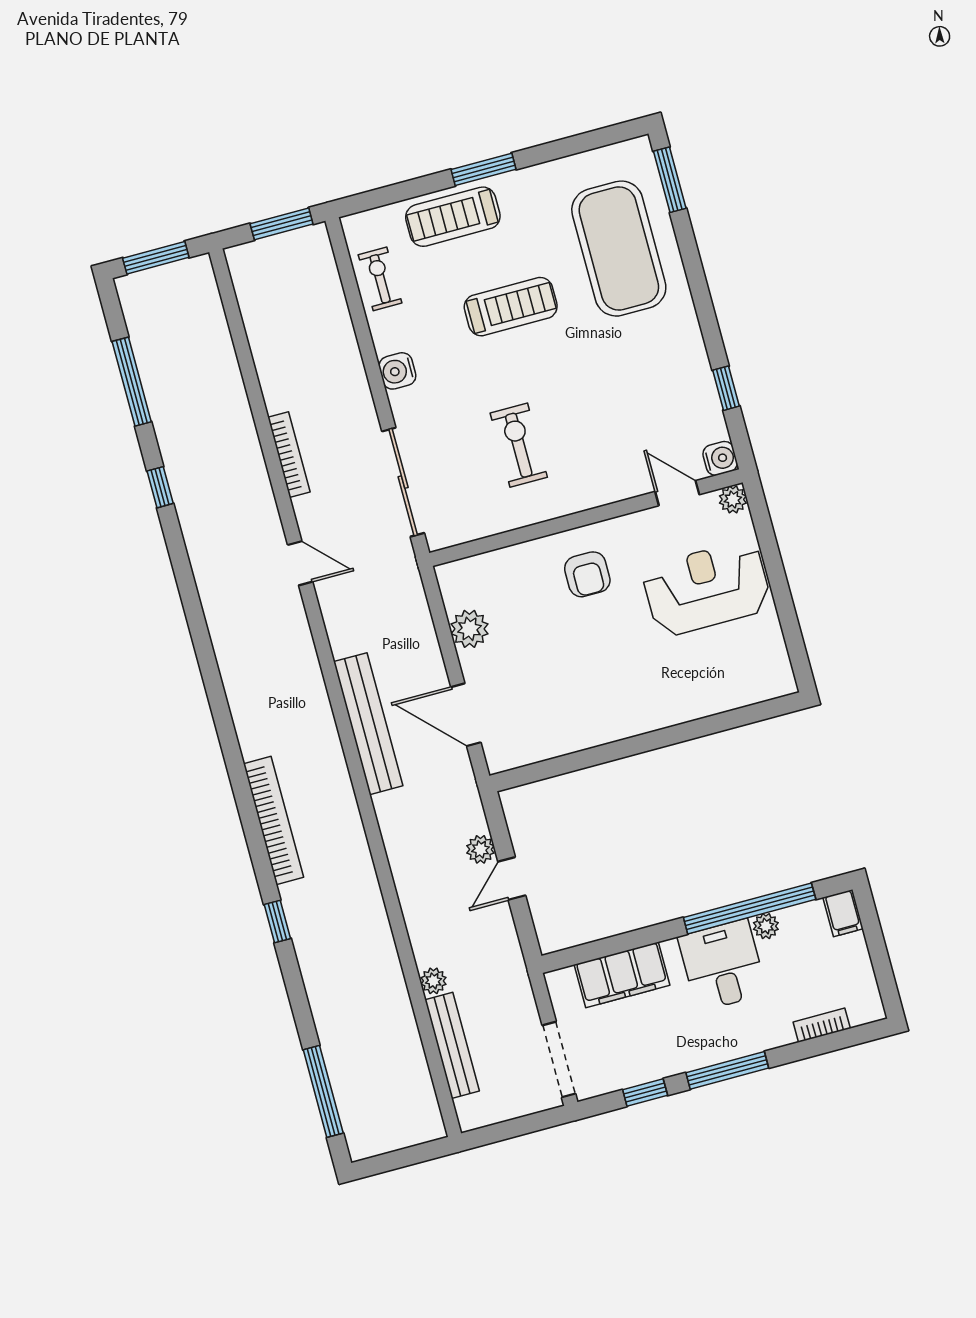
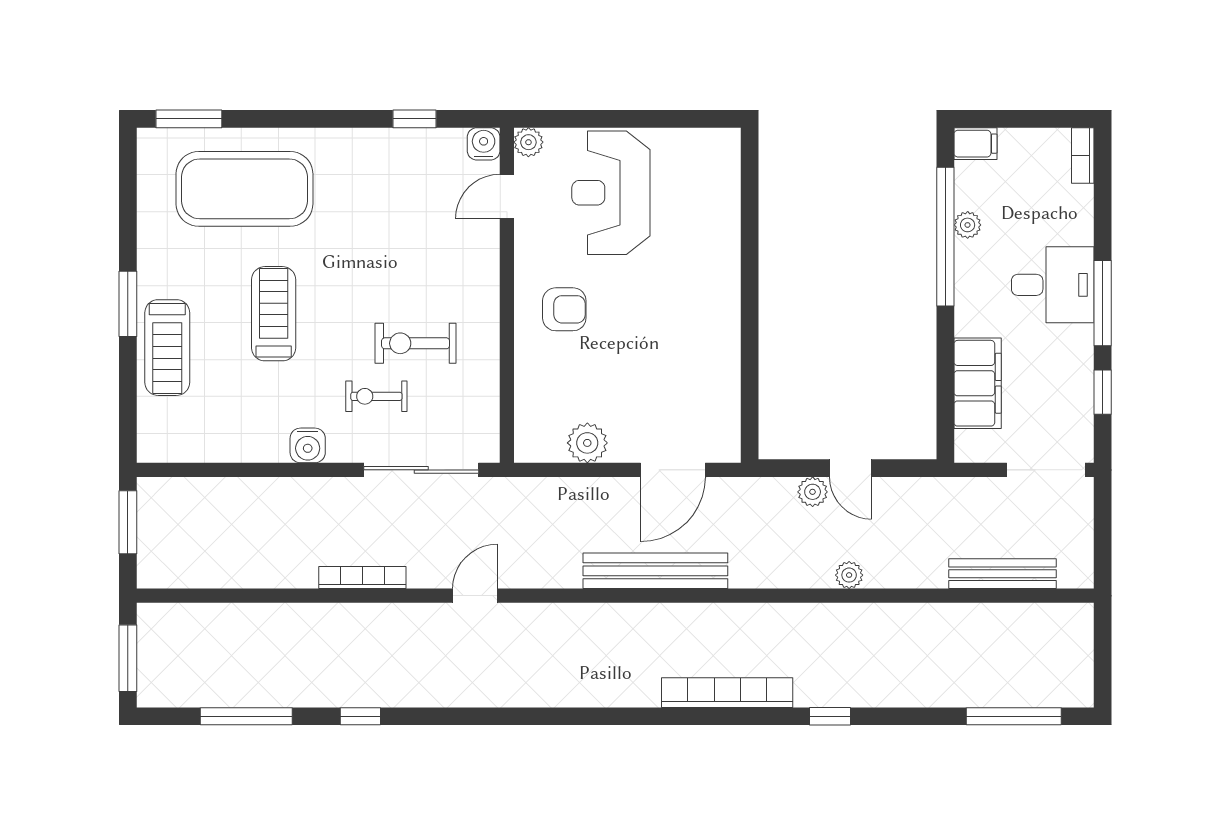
exercise bike: (380, 279) -> (376, 396), moved
desk: (723, 965) -> (1053, 285), moved, turned 180
plant: (433, 981) -> (849, 575), moved
bookcase: (822, 1025) -> (1083, 155), moved

